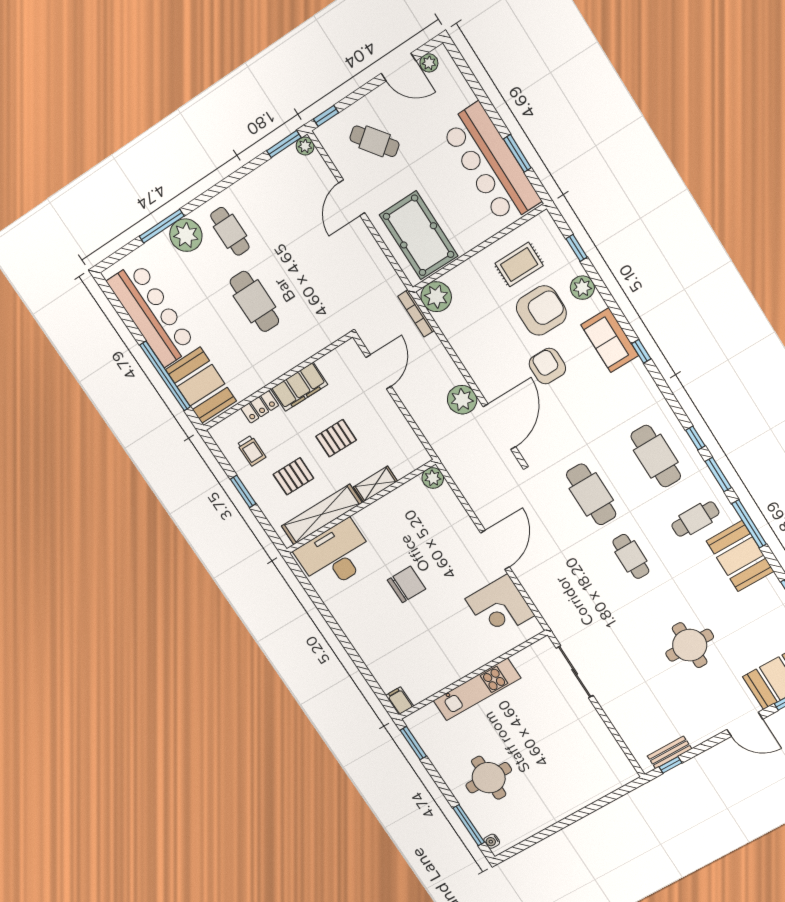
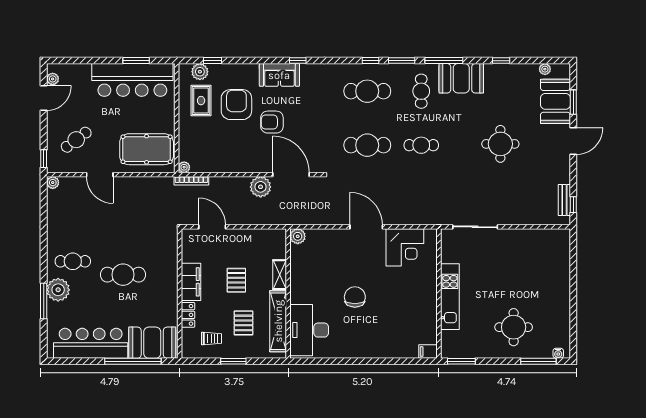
window: (284, 144) -> (44, 194), removed
plant: (582, 288) -> (200, 72), moved
plant: (436, 297) -> (184, 167), width x0.53, depth x0.53

